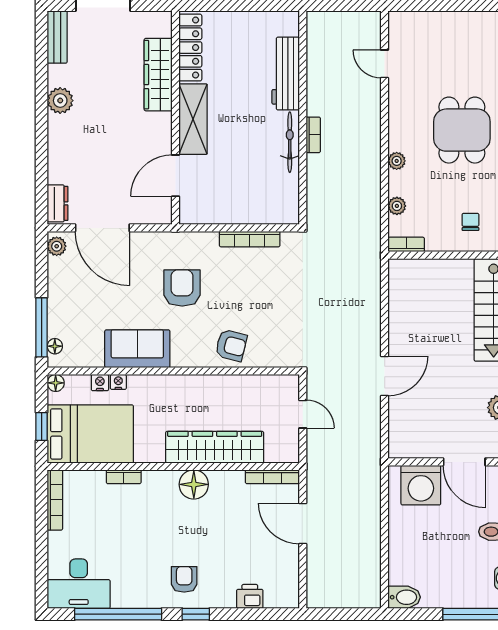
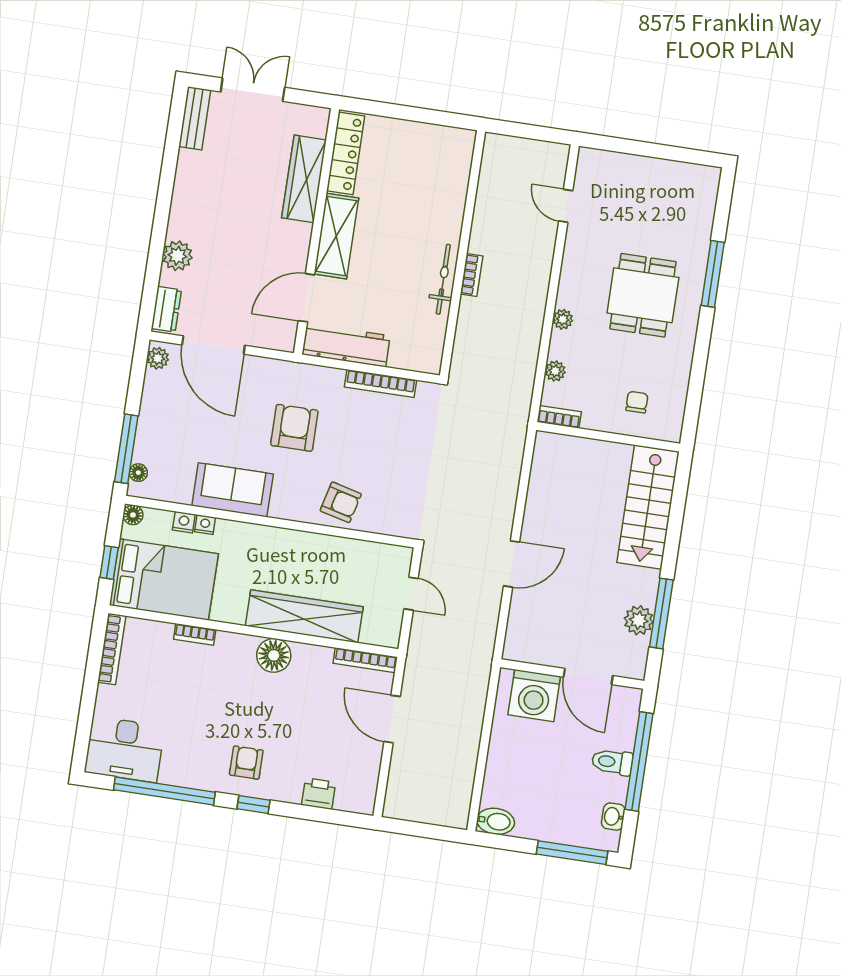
workbench: (286, 74) -> (346, 345), moved, turned 90
plant: (60, 101) -> (177, 256), moved

